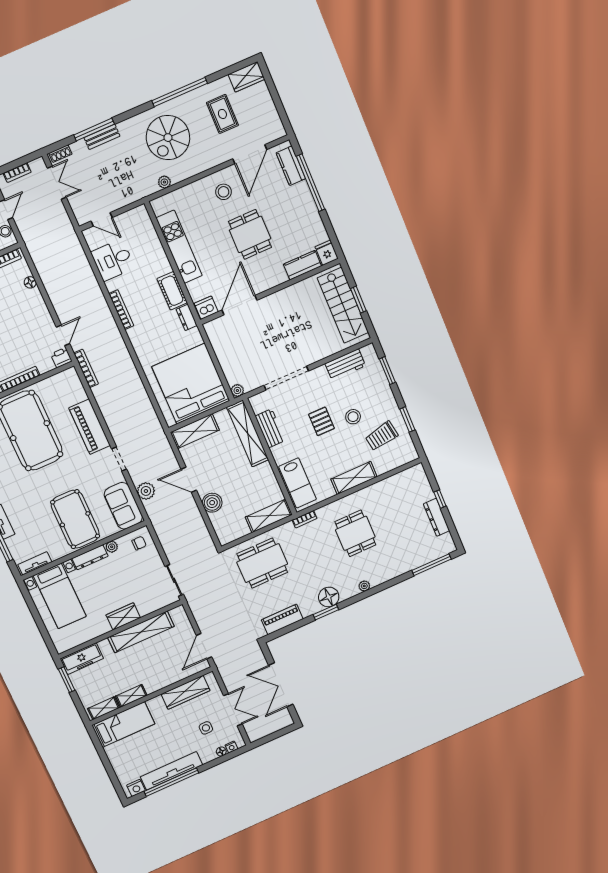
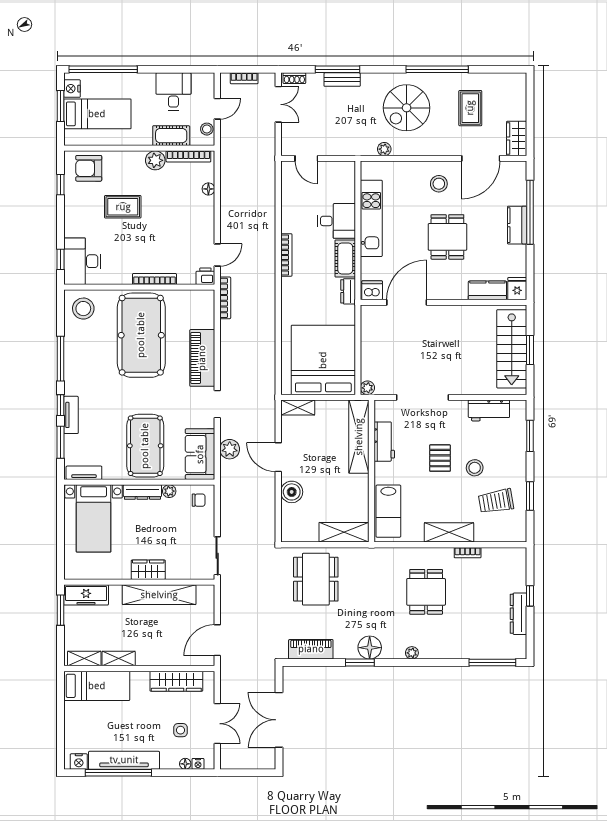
wardrobe: (246, 77) -> (517, 139), moved, turned 90
kitchen counter: (291, 166) -> (517, 225), moved
desk: (113, 260) -> (336, 221), moved, turned 180
shelving: (195, 431) -> (298, 407), width x0.67, depth x0.75
bookcase: (305, 519) -> (468, 553), moved
dining table: (262, 563) -> (316, 579), turned 90

